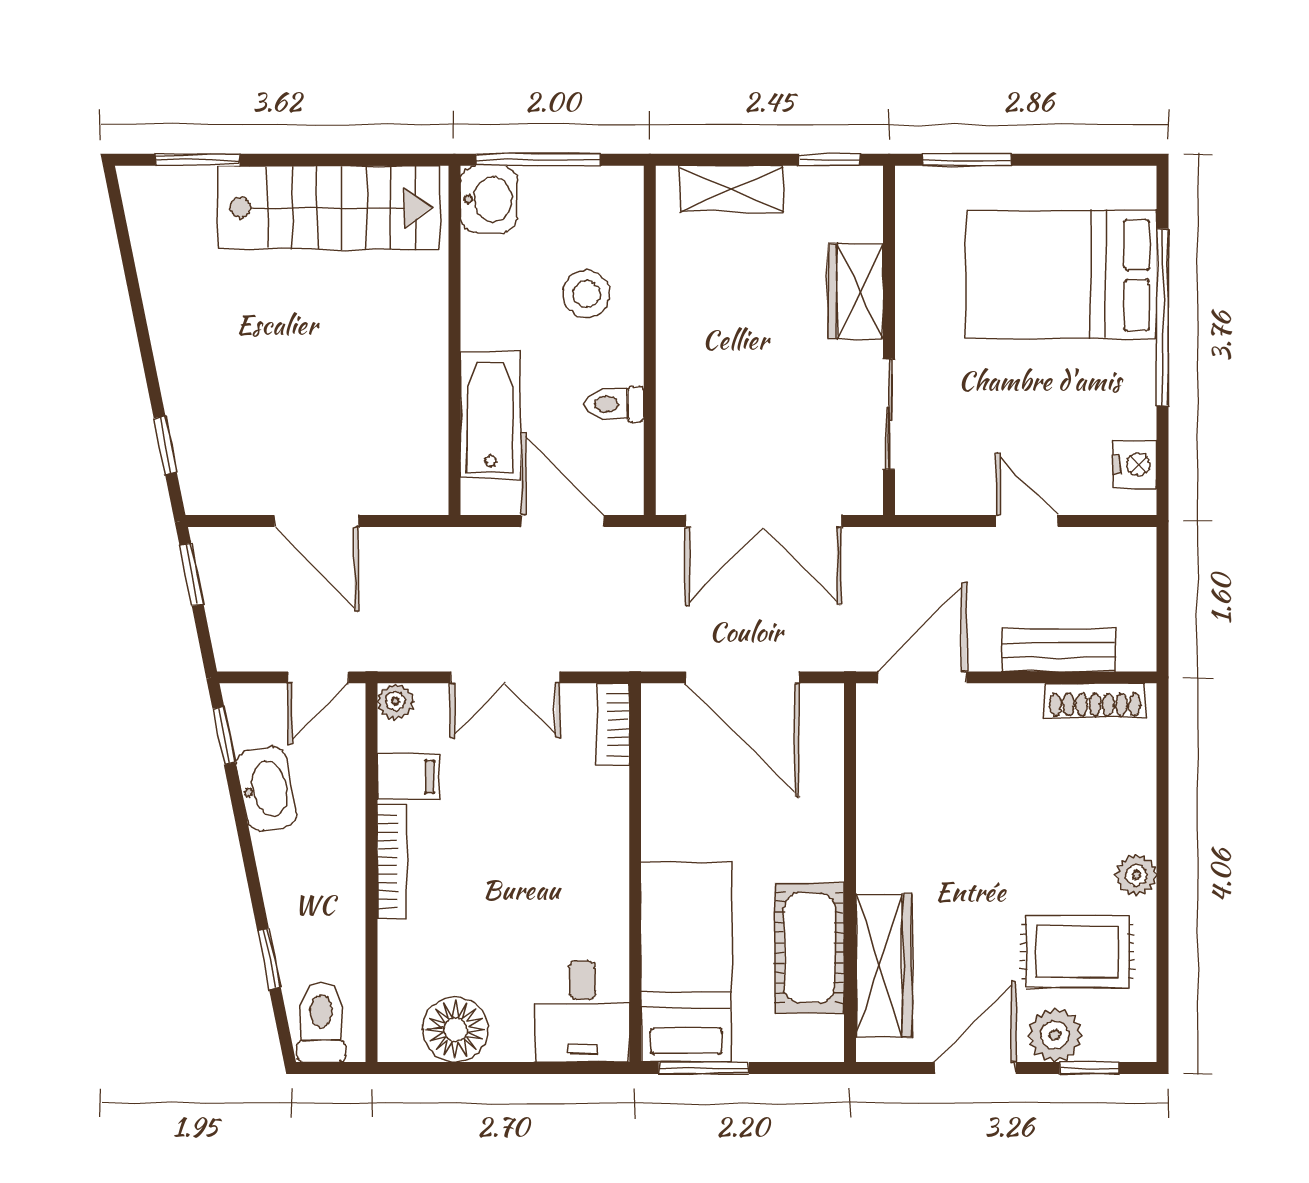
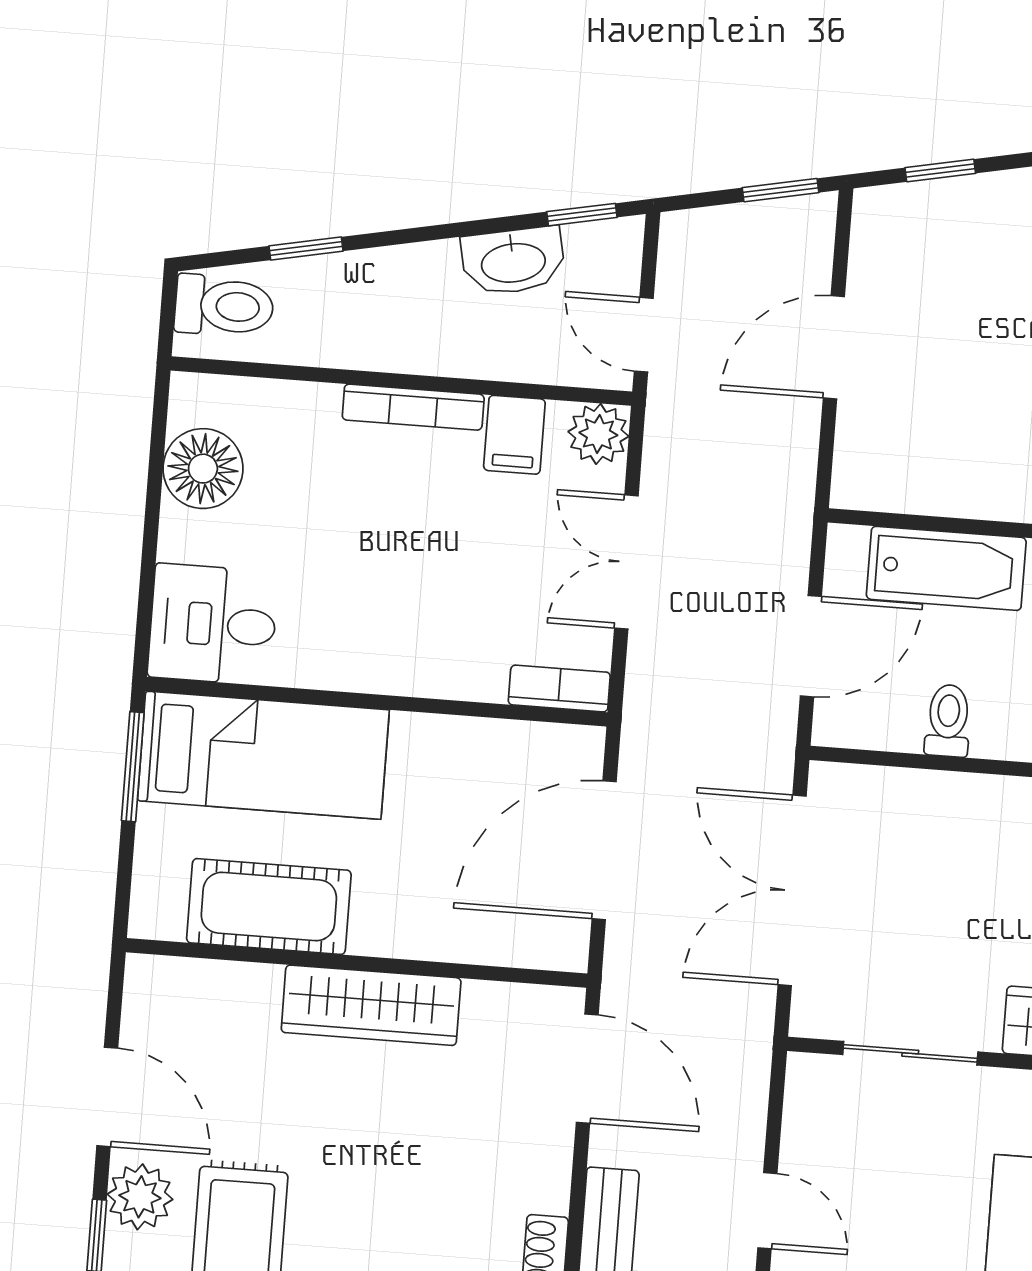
door: (1027, 521) -> (767, 1211), hinge flipped
plant: (395, 701) -> (598, 434), width x1.38, depth x1.38
wardrobe: (884, 965) -> (371, 1005), moved

